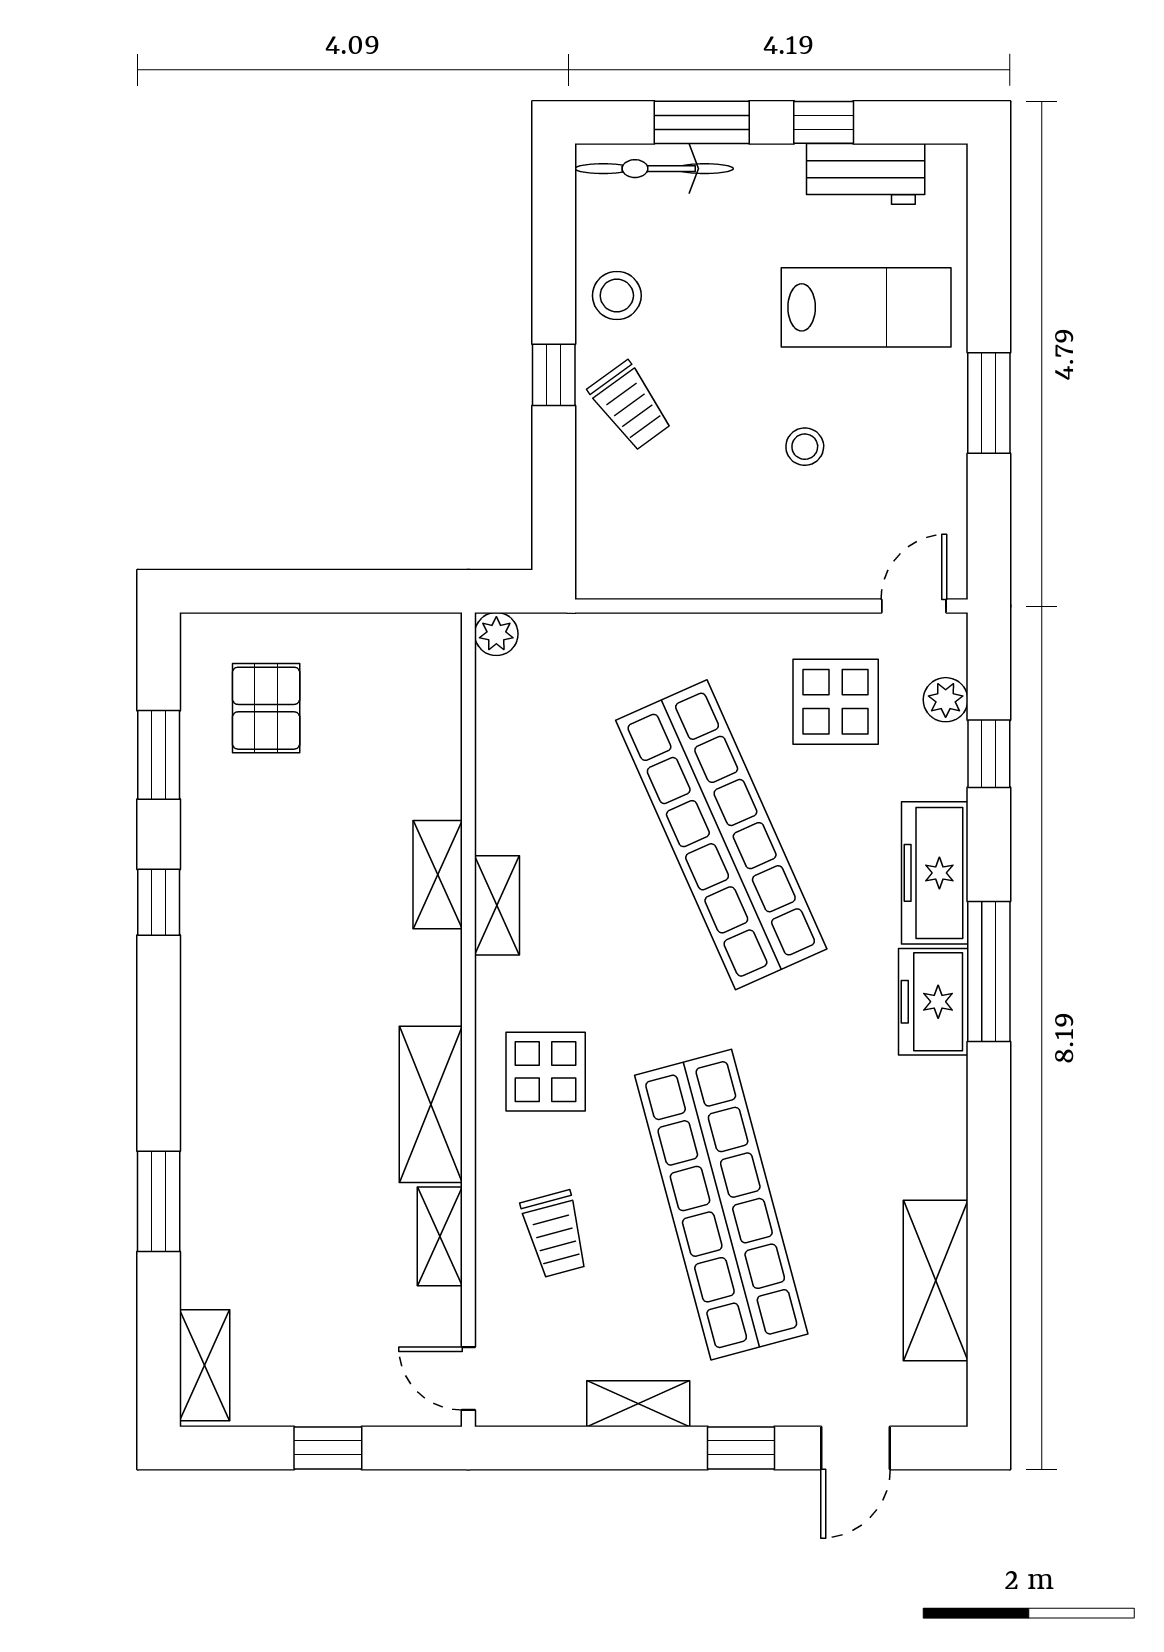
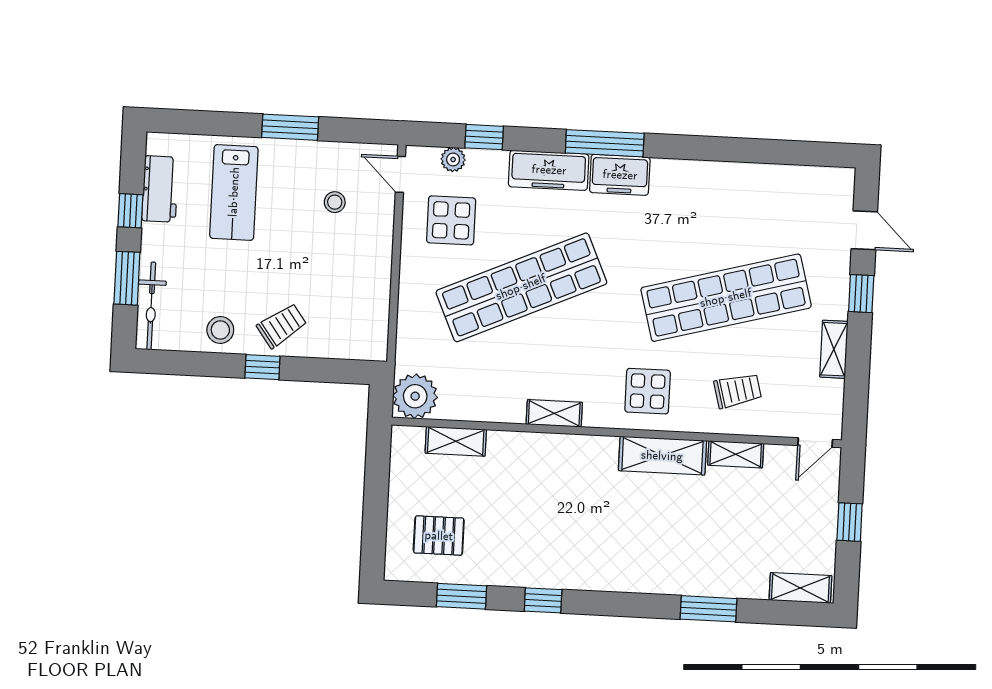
lab bench: (866, 307) -> (234, 192), turned 180
stool: (805, 447) -> (335, 202), moved
plant: (496, 634) -> (415, 396), width x1.88, depth x1.88
shelving: (438, 875) -> (456, 441), moved
shelving: (936, 1281) -> (774, 181), removed

